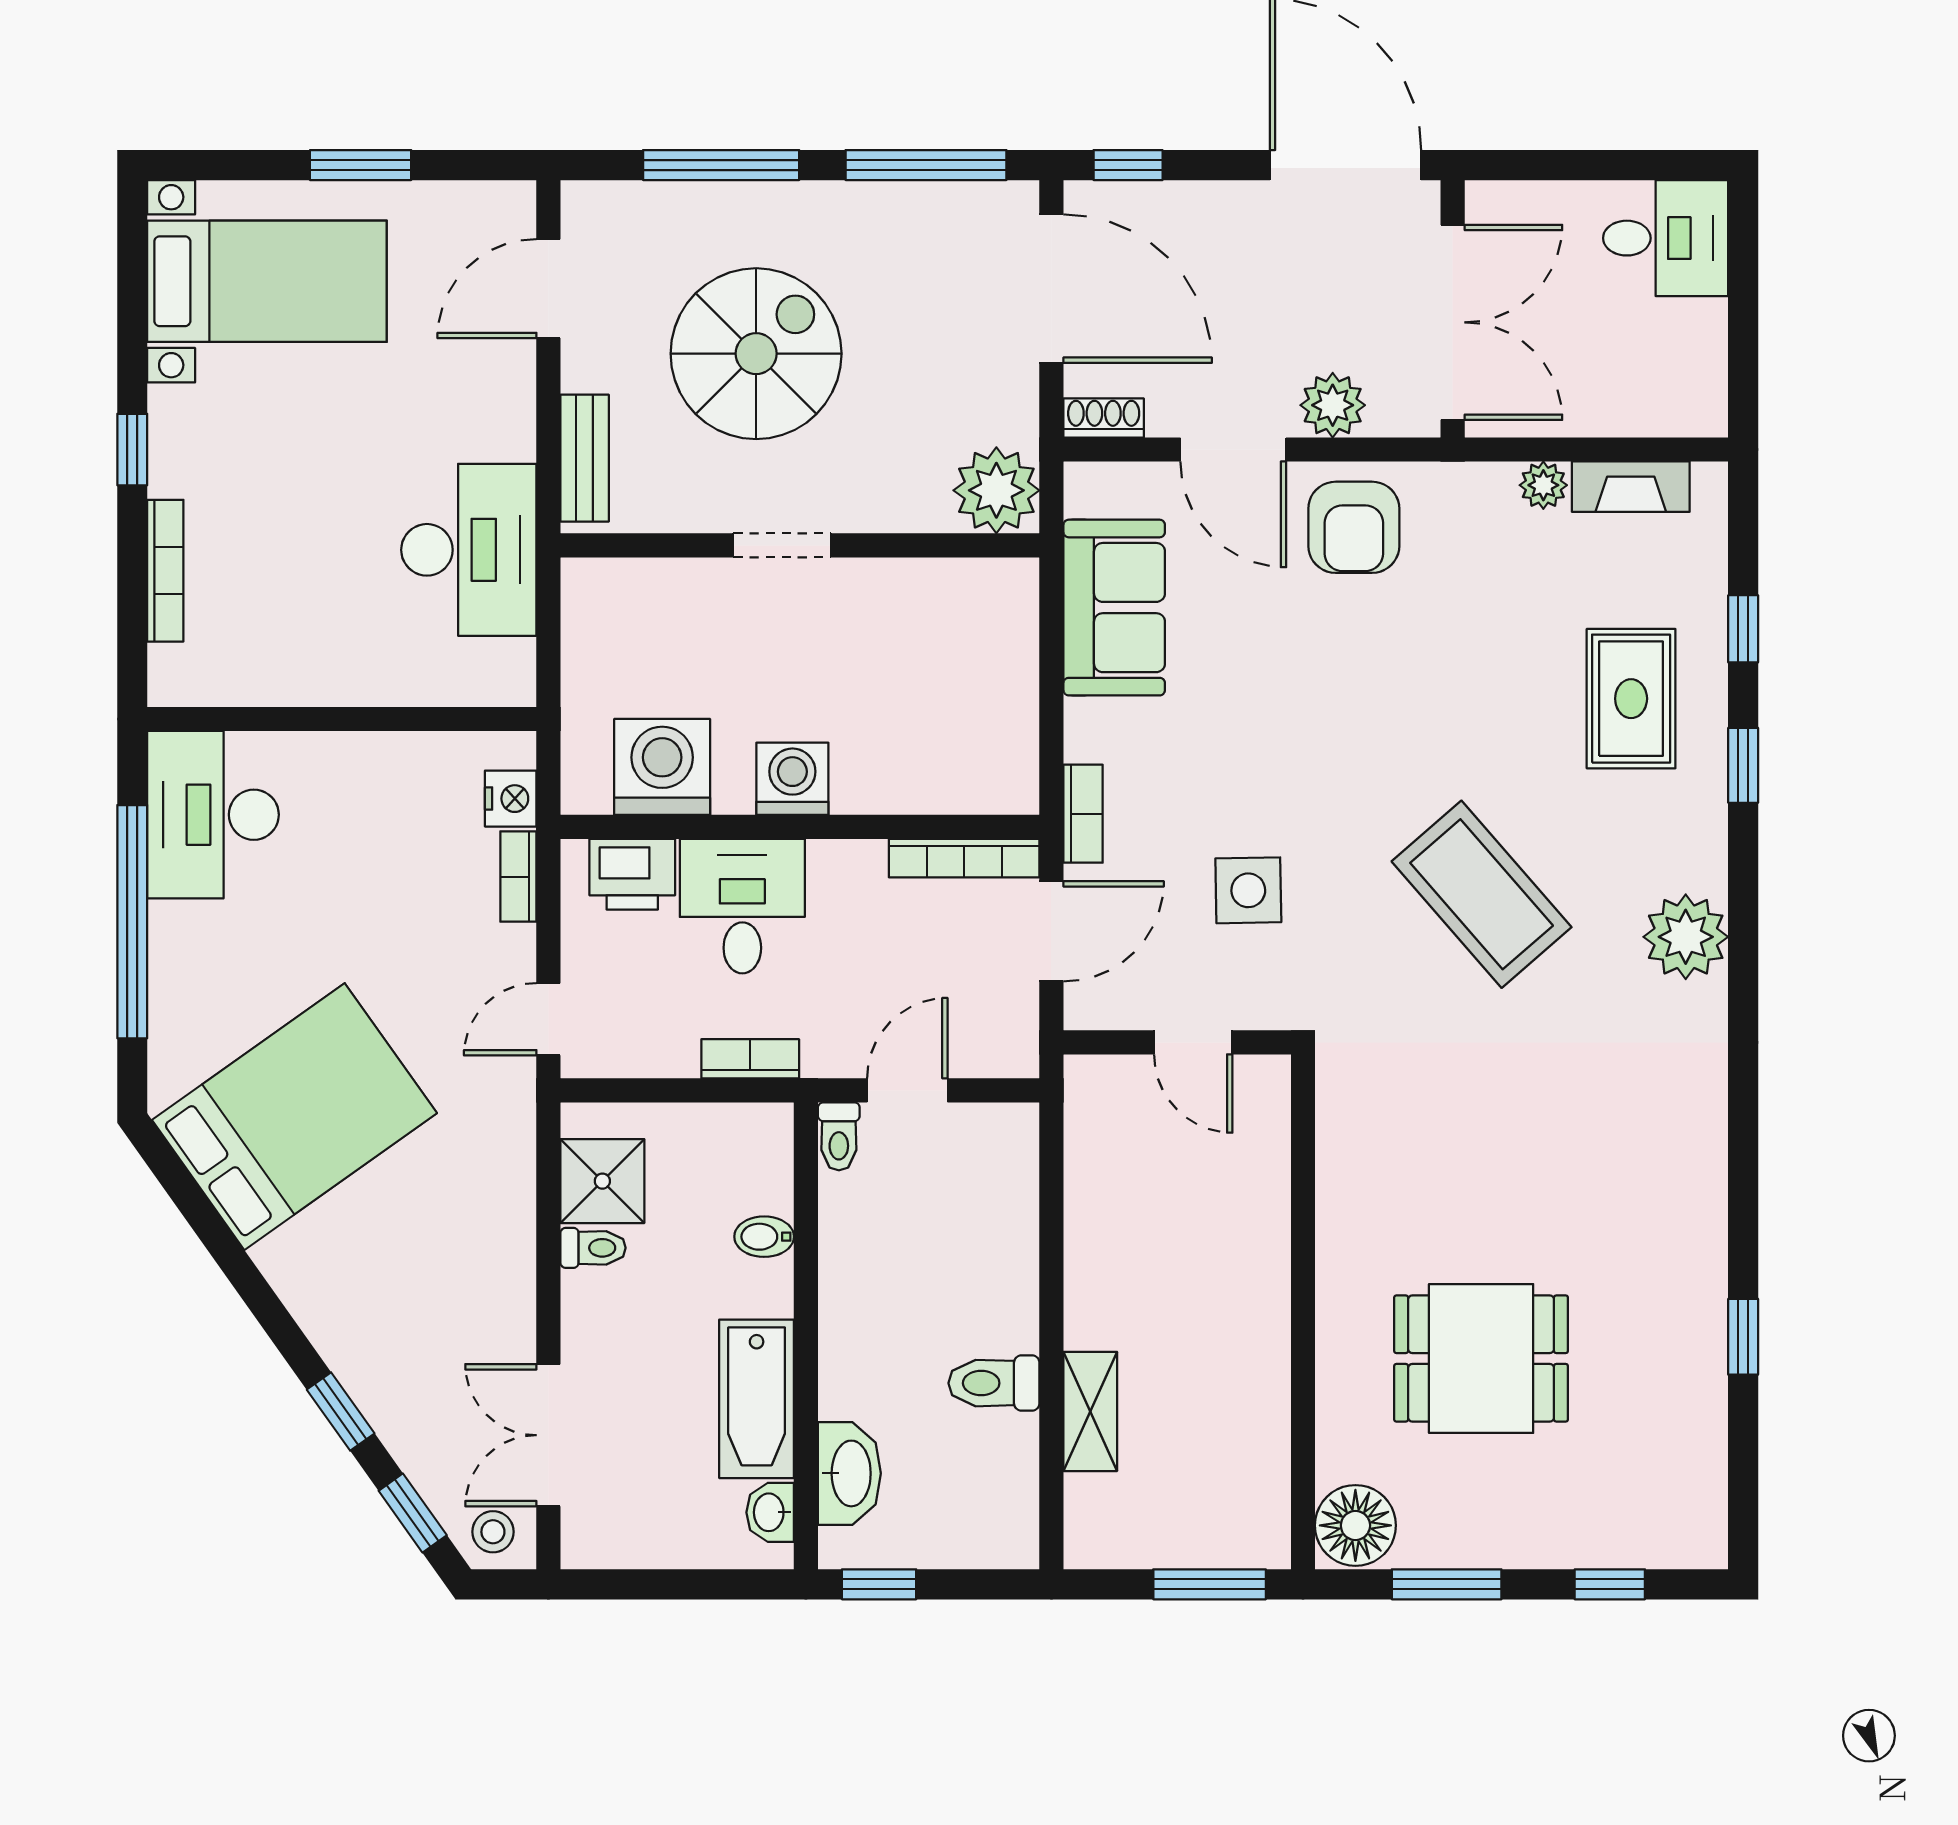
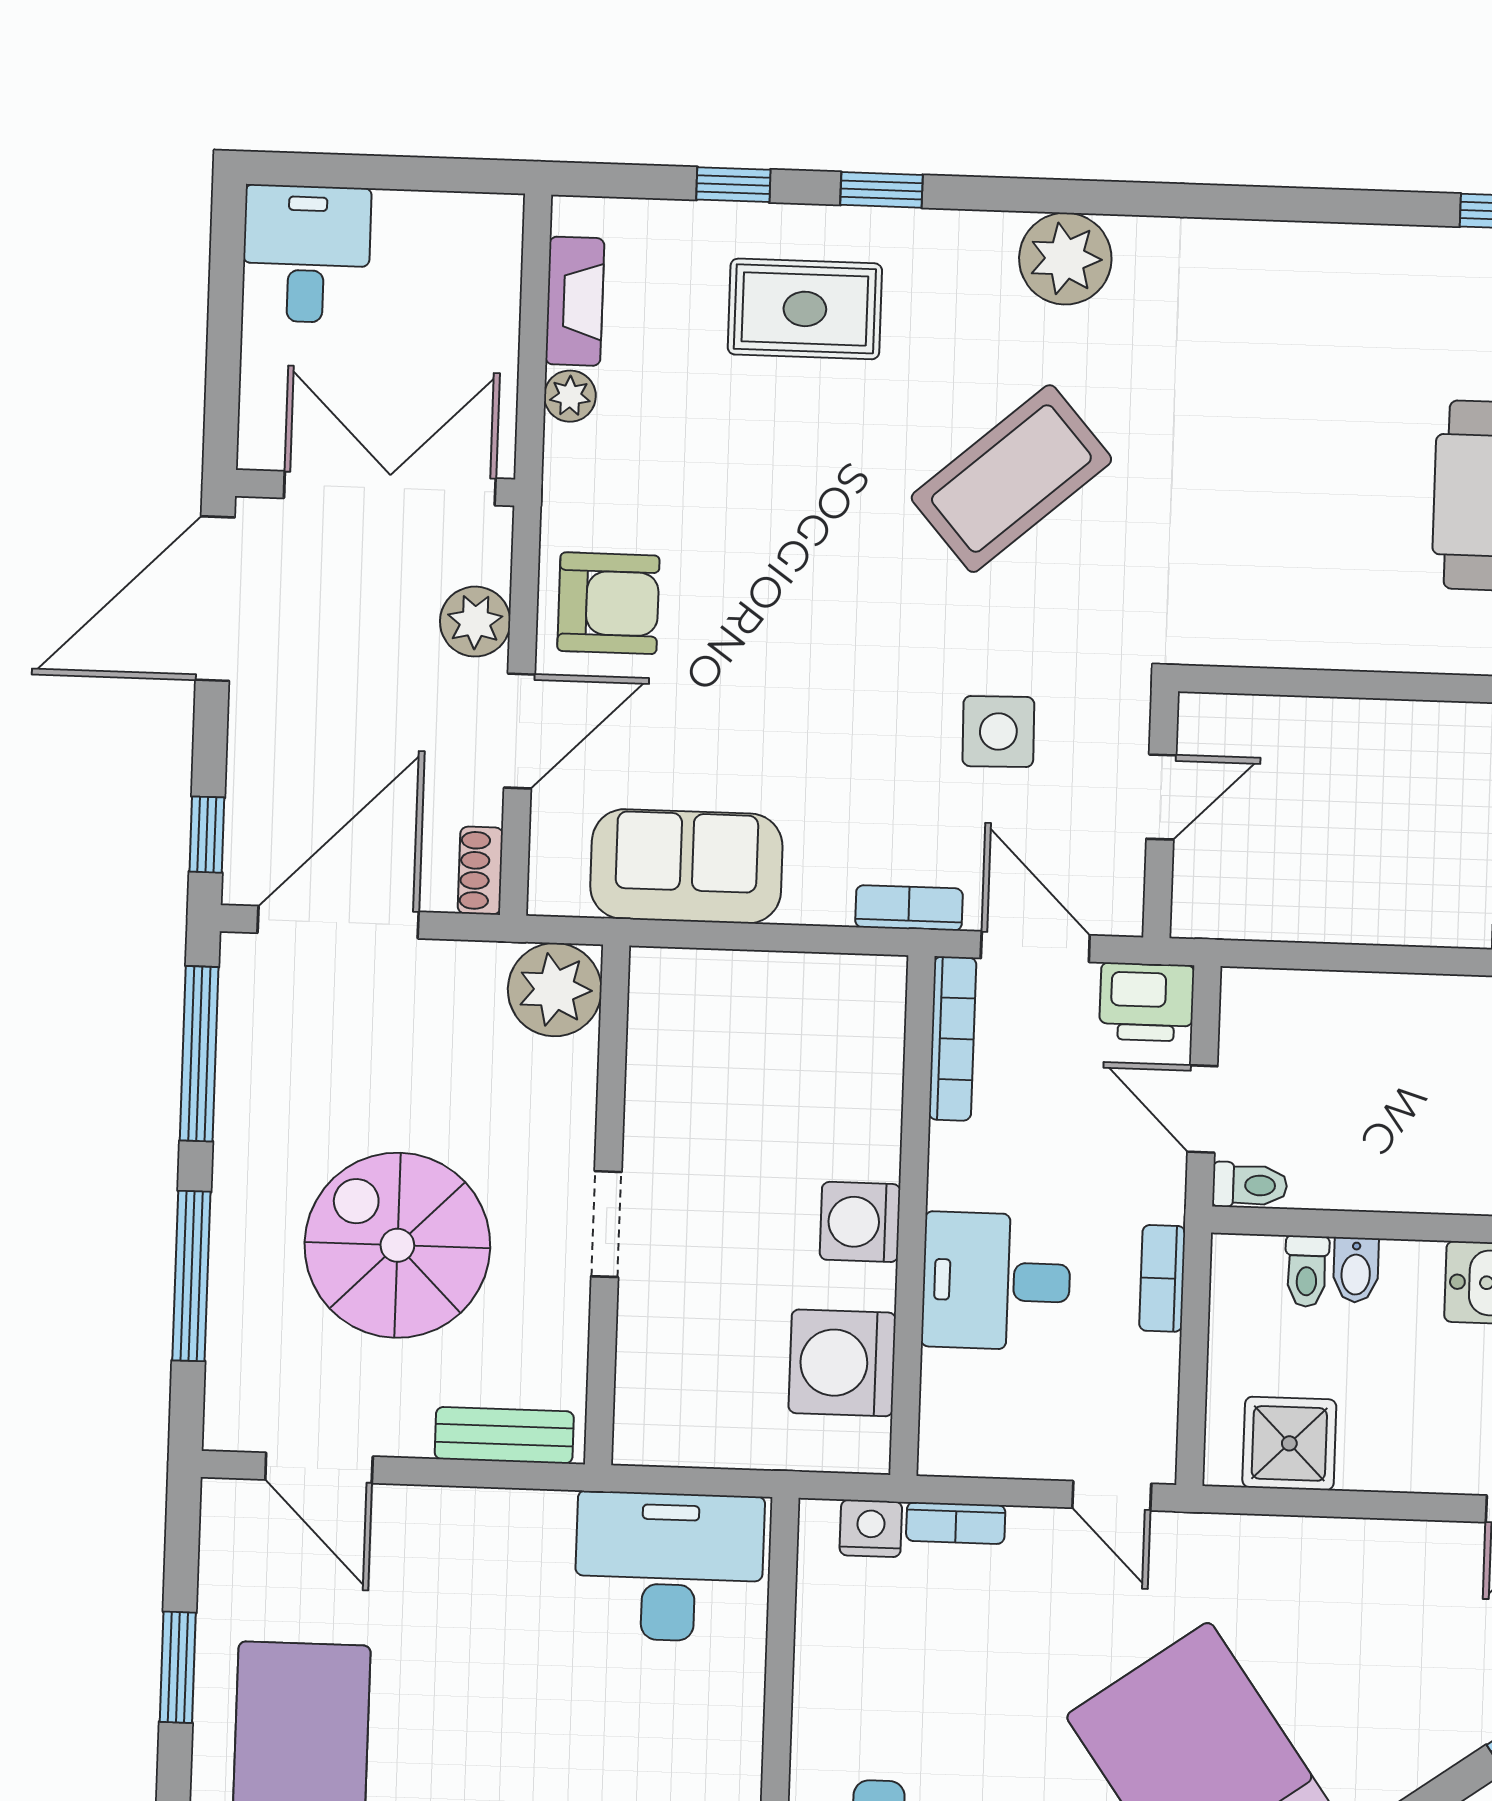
desk: (469, 550) -> (669, 1567), moved
printer: (632, 874) -> (1147, 1002), moved, turned 90
toilet: (593, 1248) -> (1307, 1271), moved, turned 180

